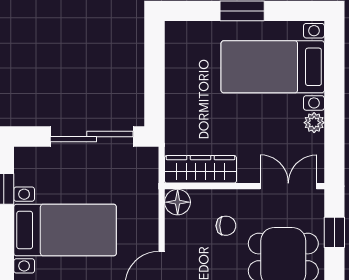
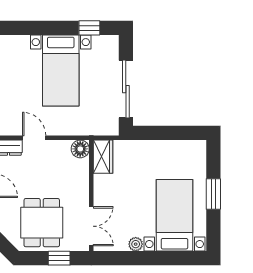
wardrobe: (200, 169) -> (103, 157), width x0.67
chair: (226, 226) -> (64, 183), removed

